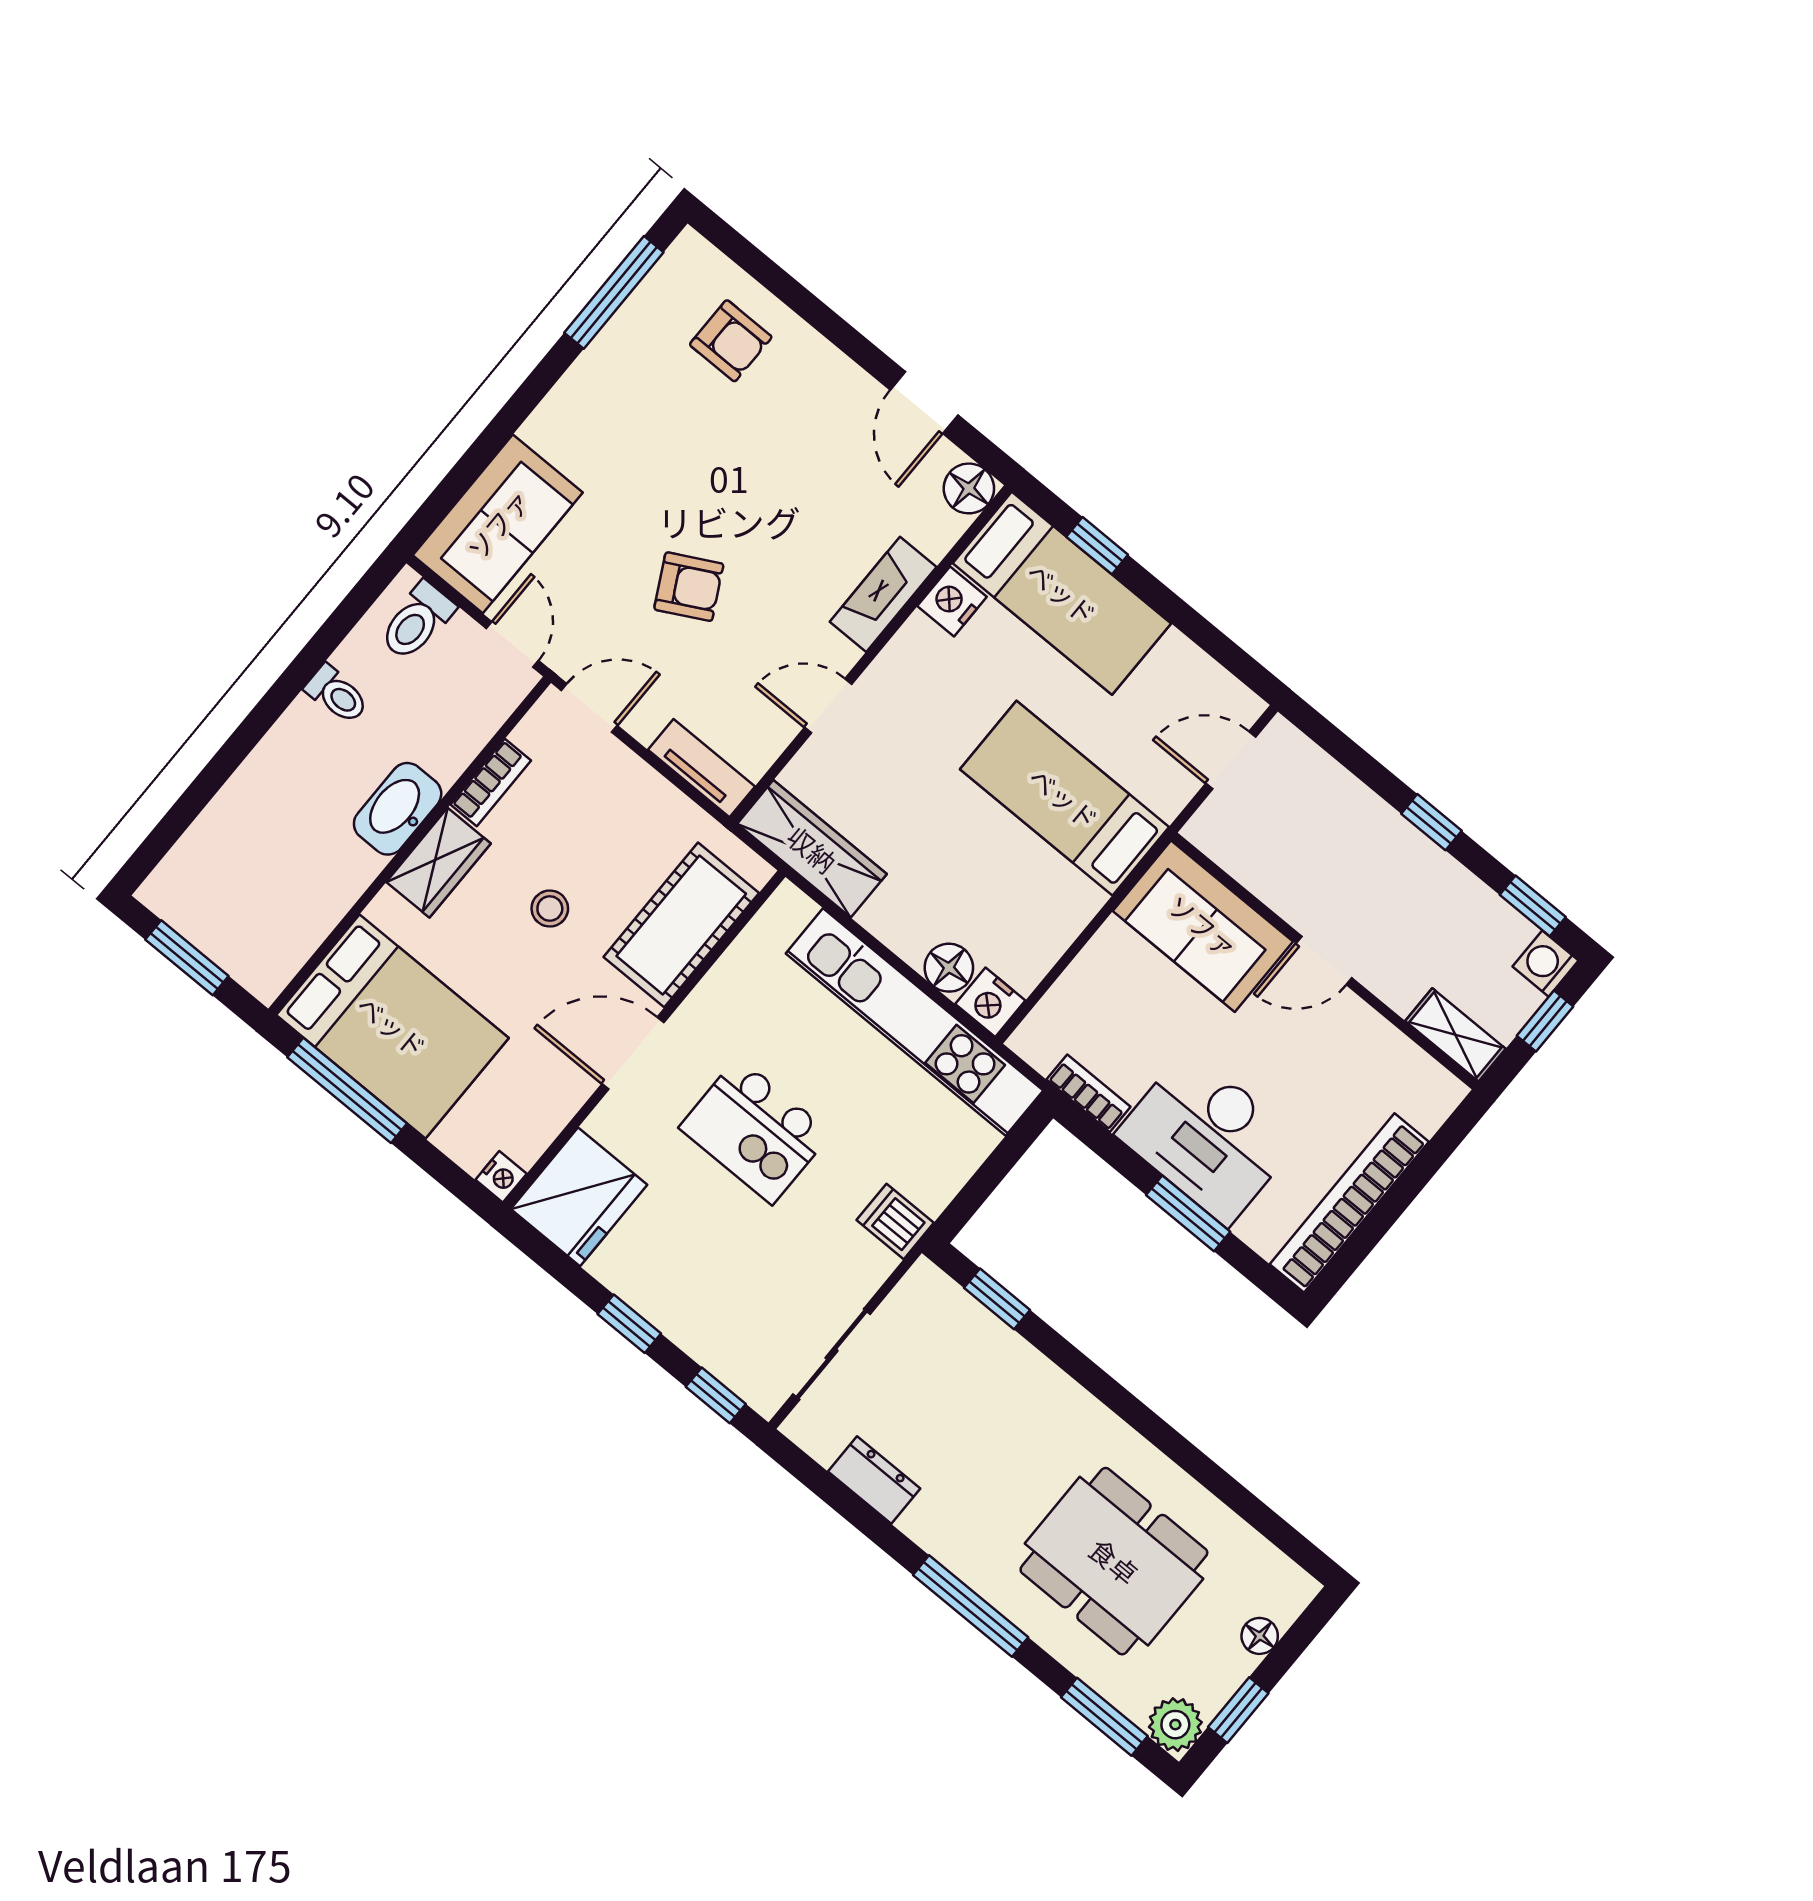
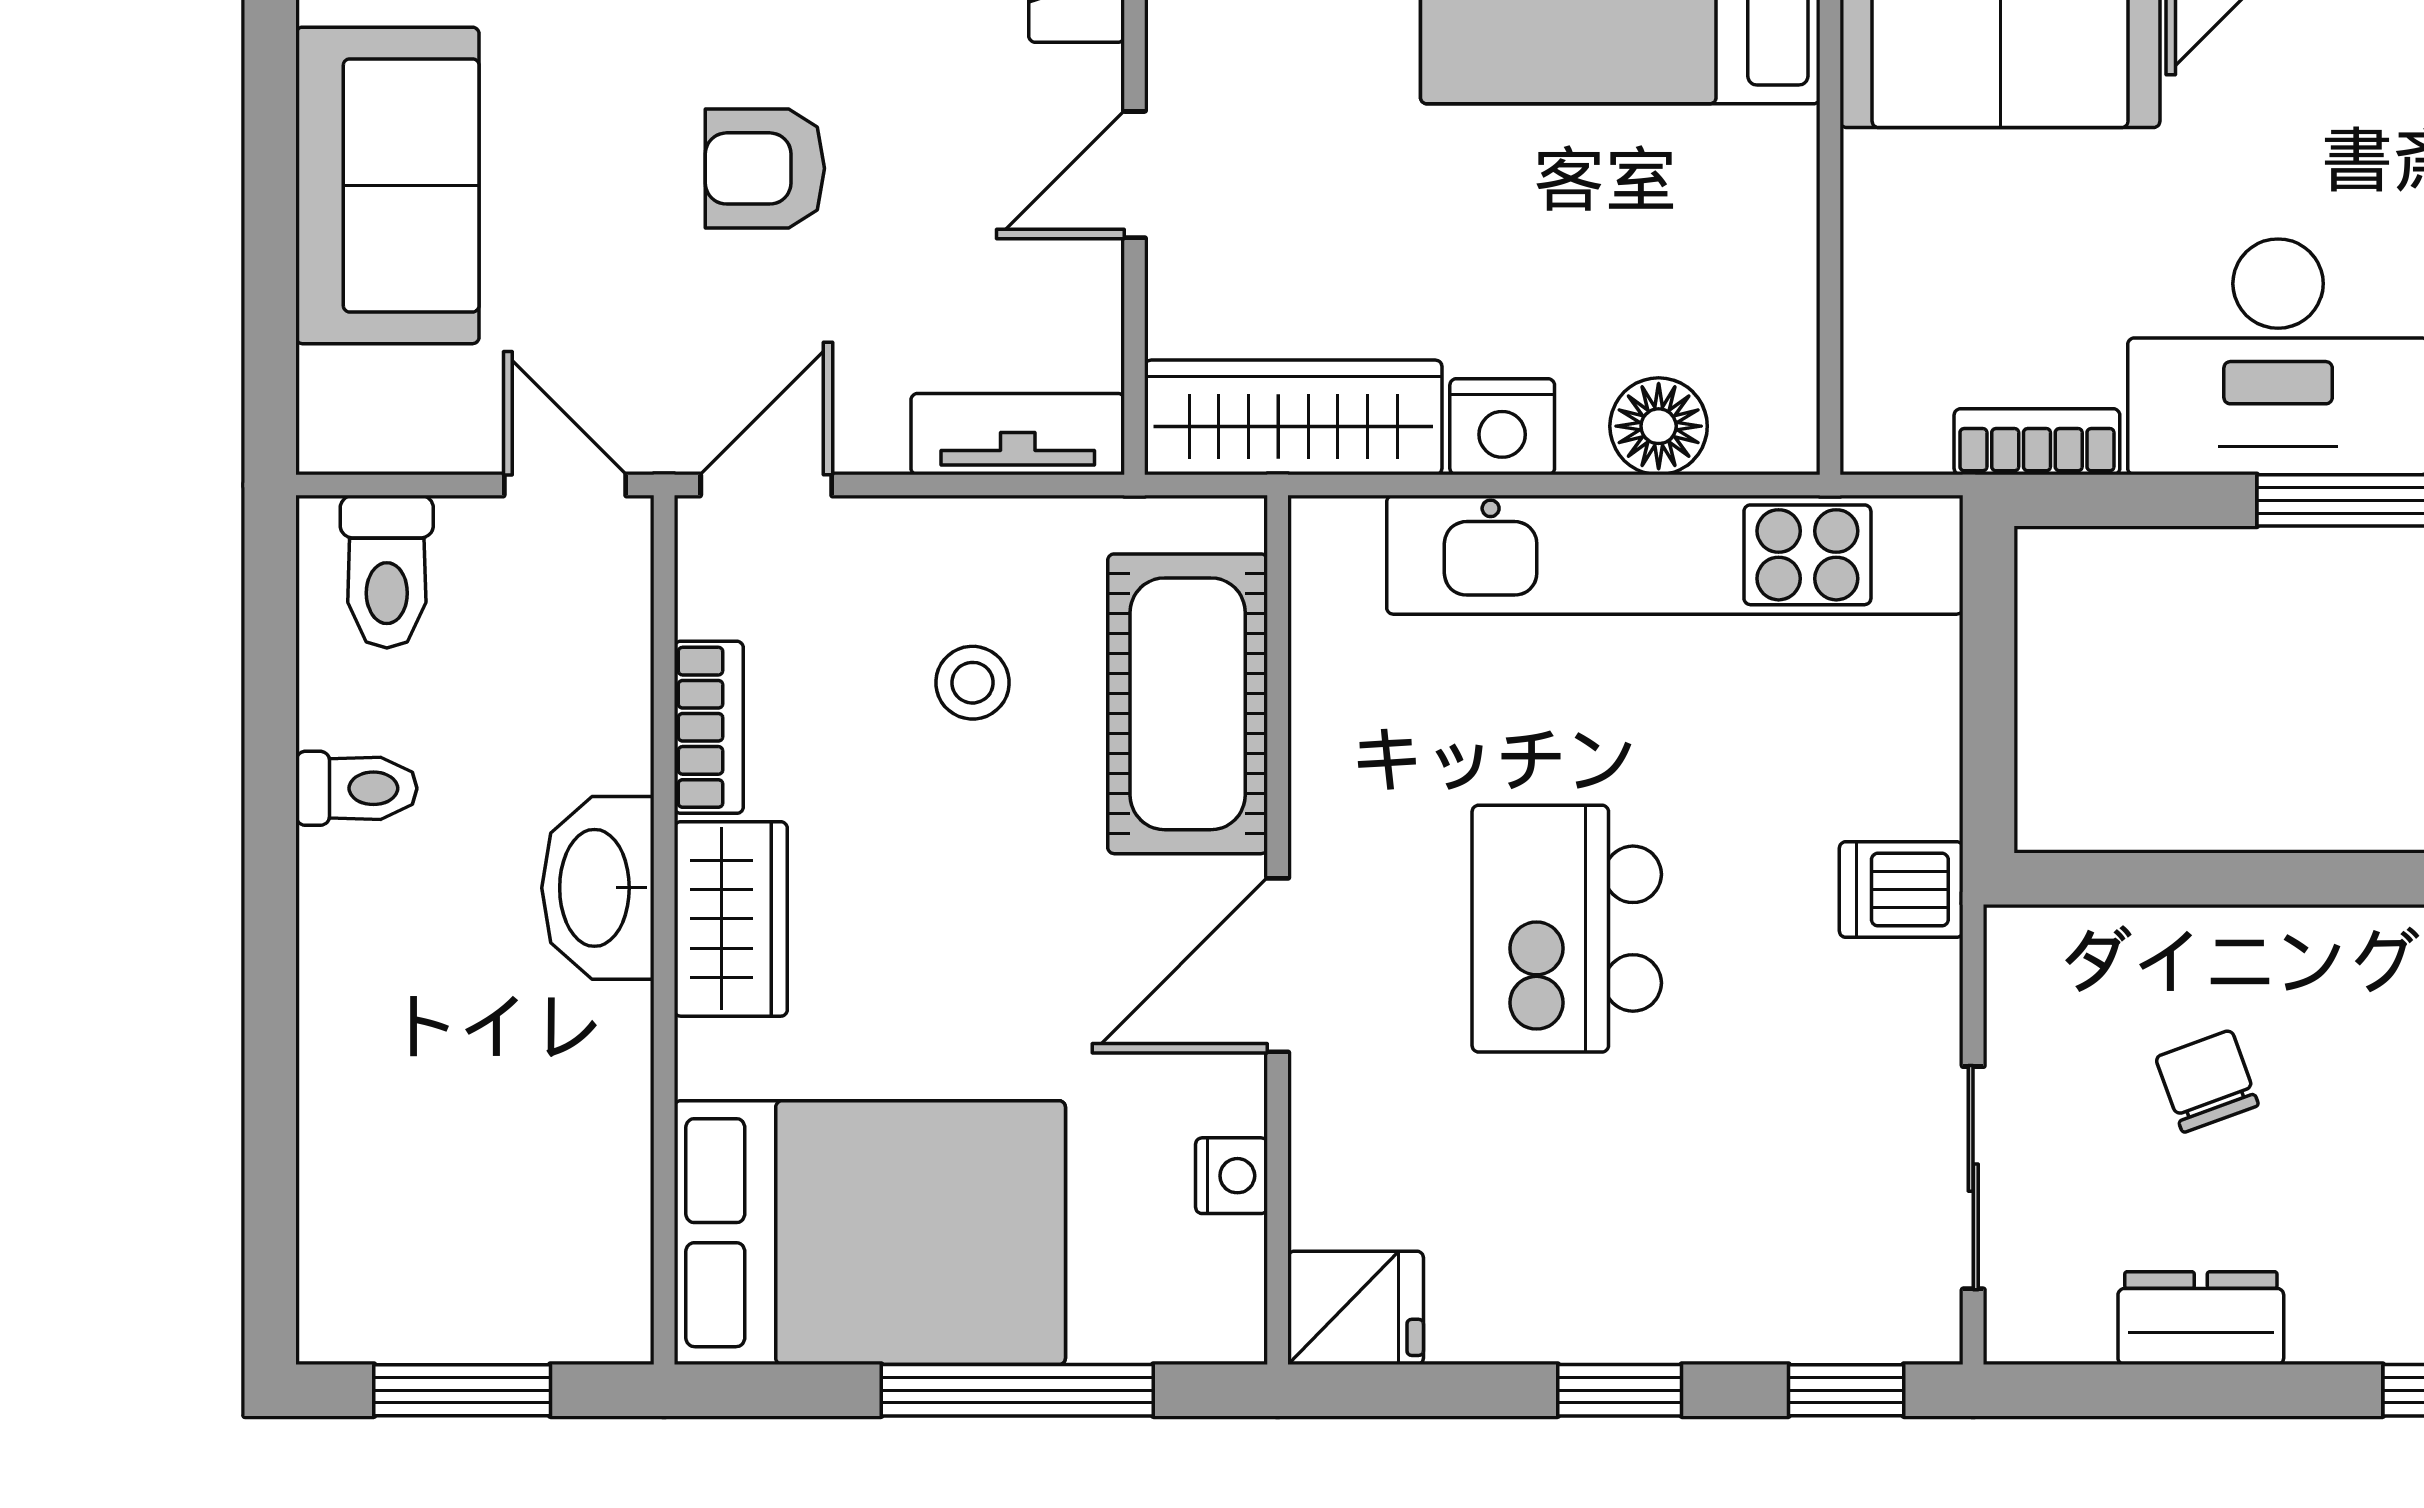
sofa: (498, 524) -> (387, 185), moved
armchair: (689, 587) -> (765, 168), turned -152
stool: (550, 909) -> (973, 683), moved
nightstand: (990, 1002) -> (1502, 427), moved
window: (347, 1090) -> (1017, 1390), moved
kitchen island: (755, 1131) -> (1567, 929), turned 90
nightstand: (501, 1177) -> (1232, 1176), moved
fridge: (579, 1197) -> (1356, 1308), width x0.53, depth x0.75
window: (997, 1299) -> (2159, 879), removed
chair: (951, 1391) -> (2207, 1081), added

